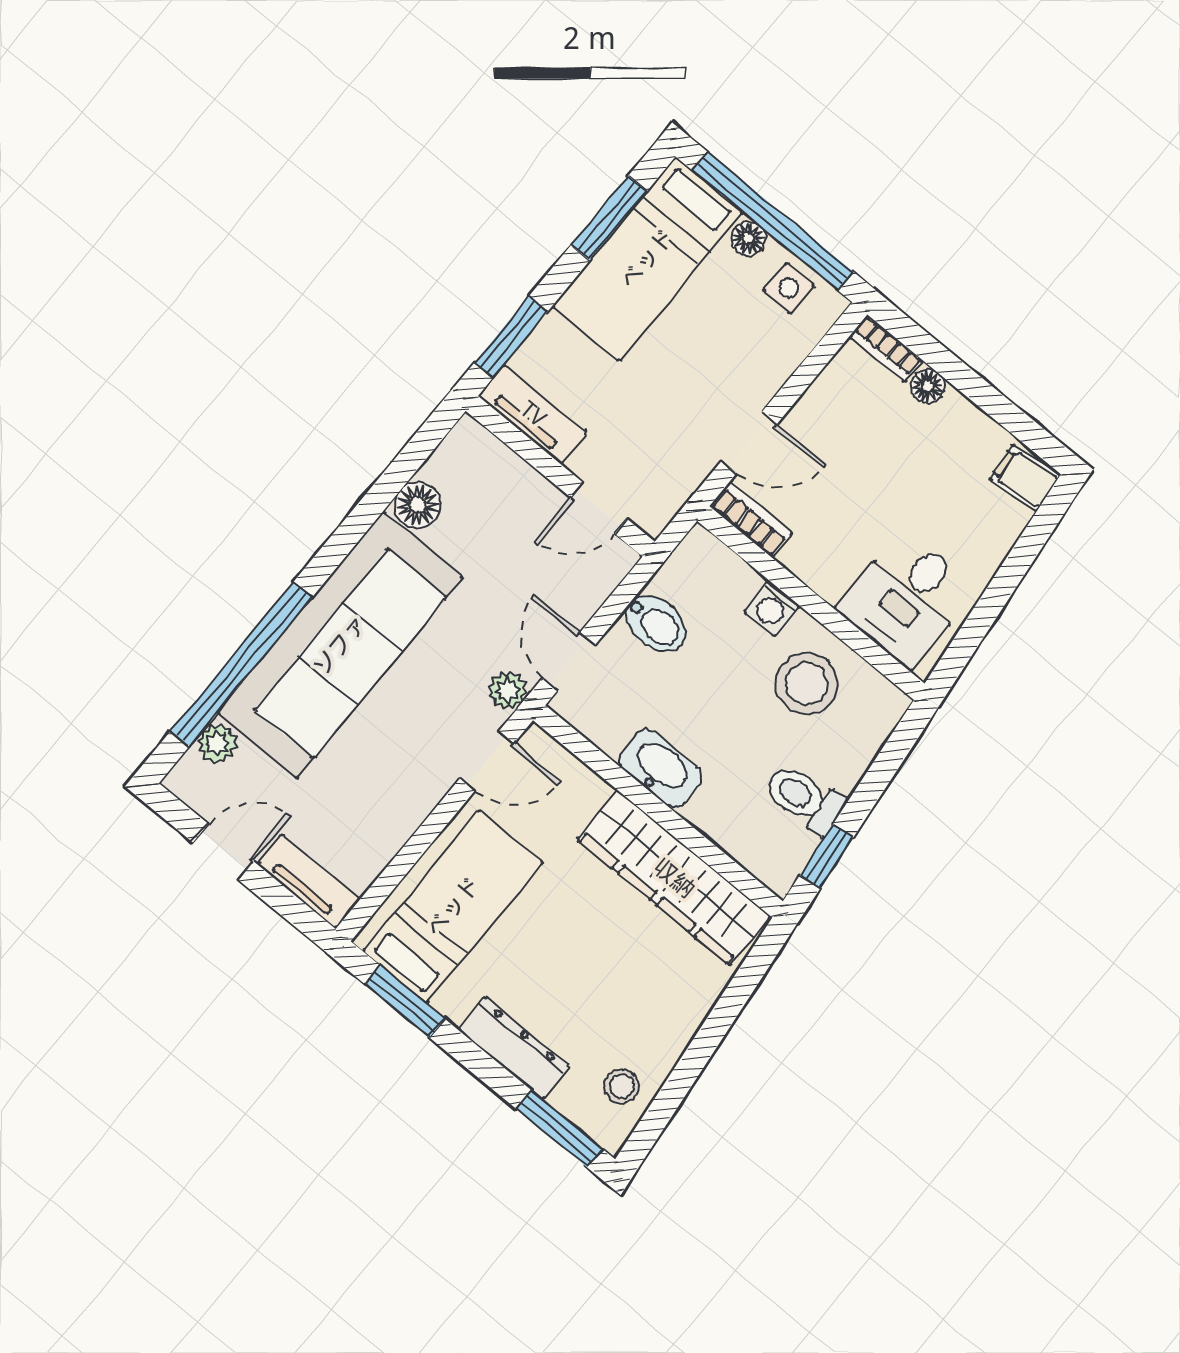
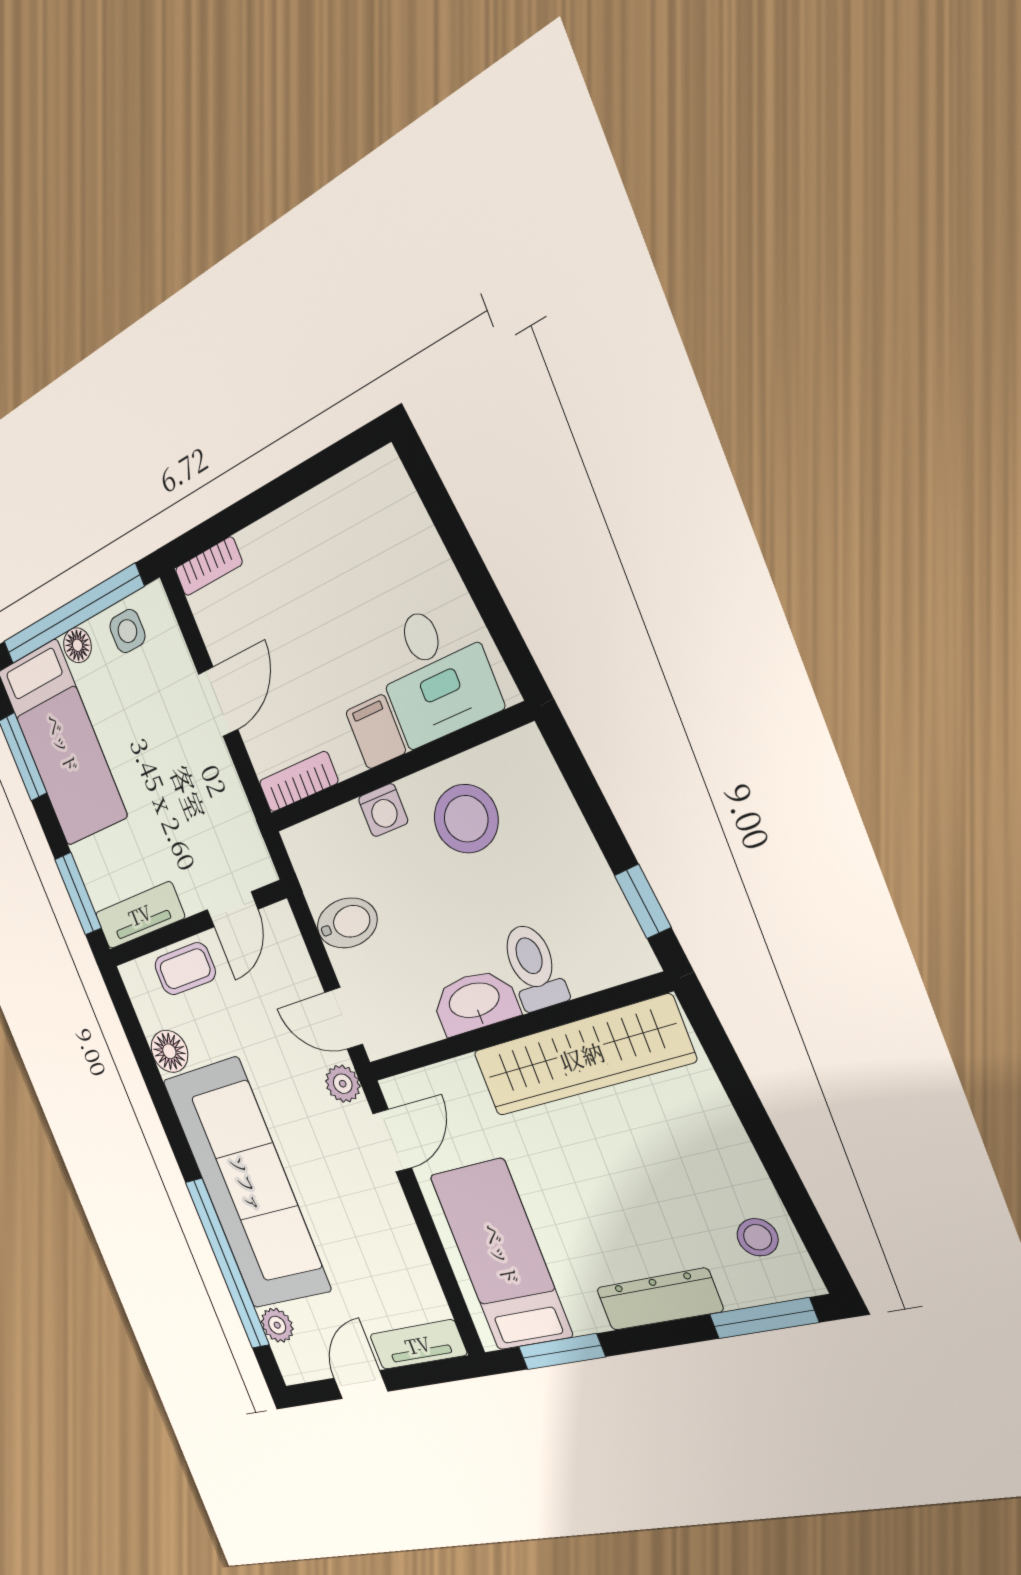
floor lamp: (928, 386) -> (256, 542), removed
door: (749, 443) -> (218, 702), moved
filing cabinet: (1025, 477) -> (376, 732), moved, turned 96
coffee table: (511, 485) -> (185, 969), added
toilet: (804, 798) -> (533, 967), moved, turned 96

